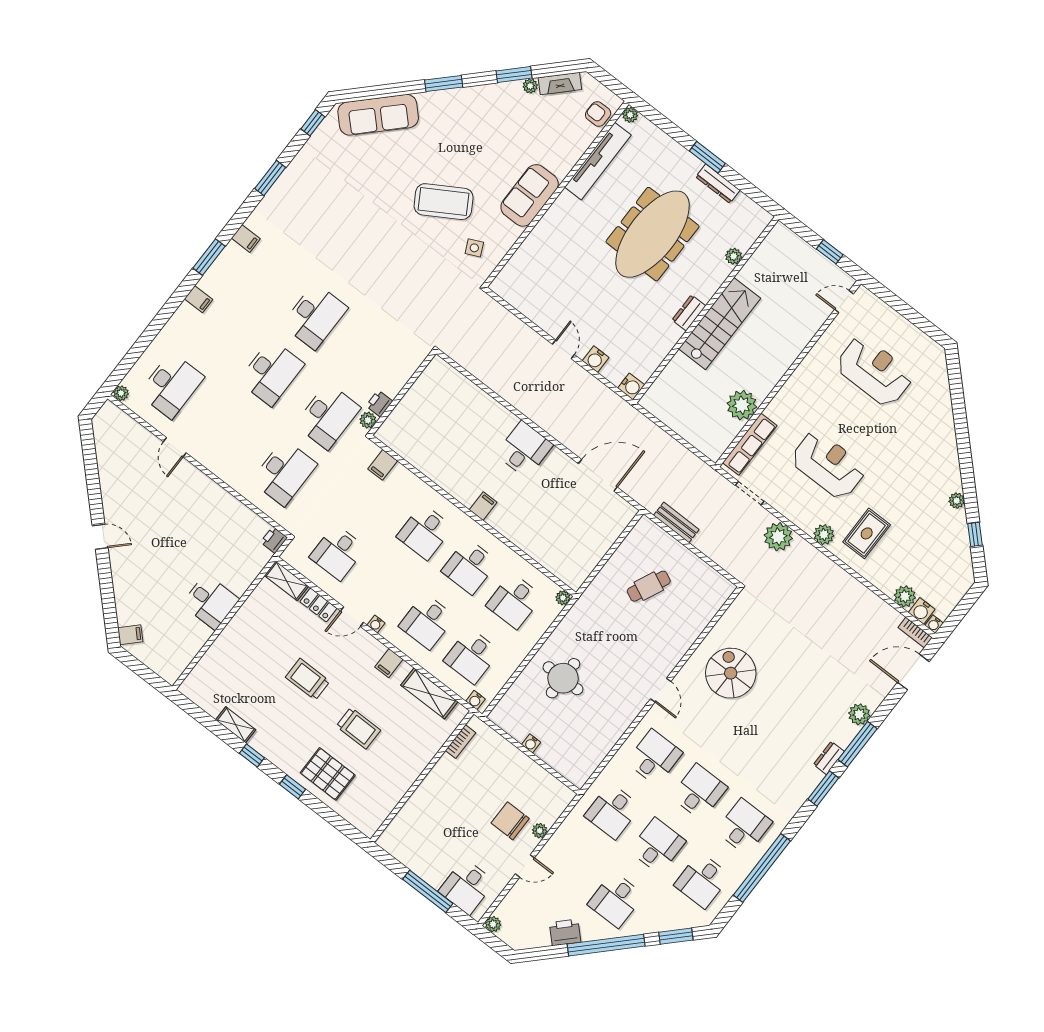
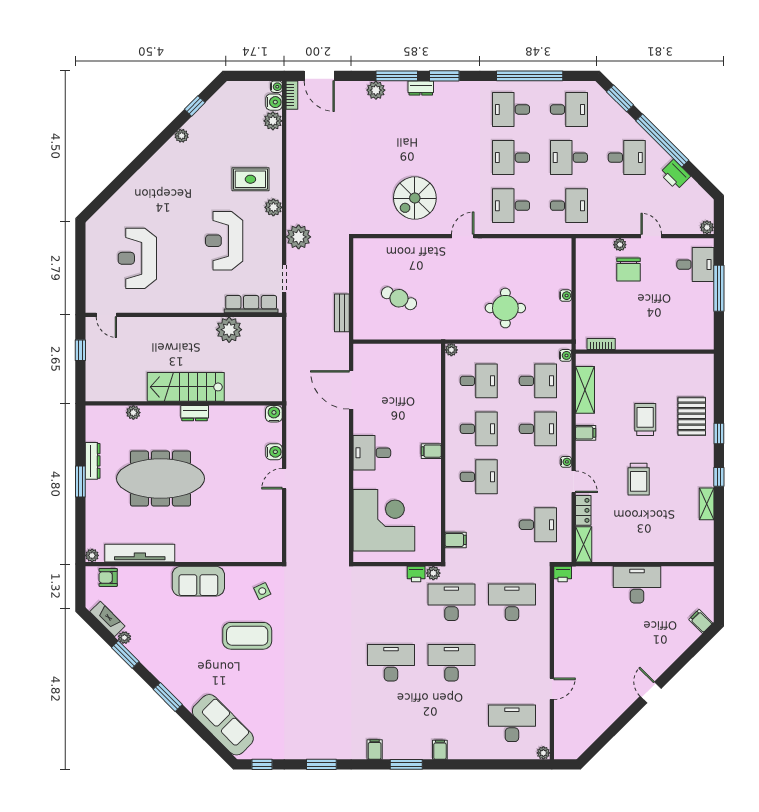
armchair: (598, 114) -> (108, 577), turned 90
coffee table: (444, 202) -> (247, 636), turned -59
corner desk: (453, 412) -> (384, 520), added
desk: (210, 602) -> (637, 585), width x1.37

